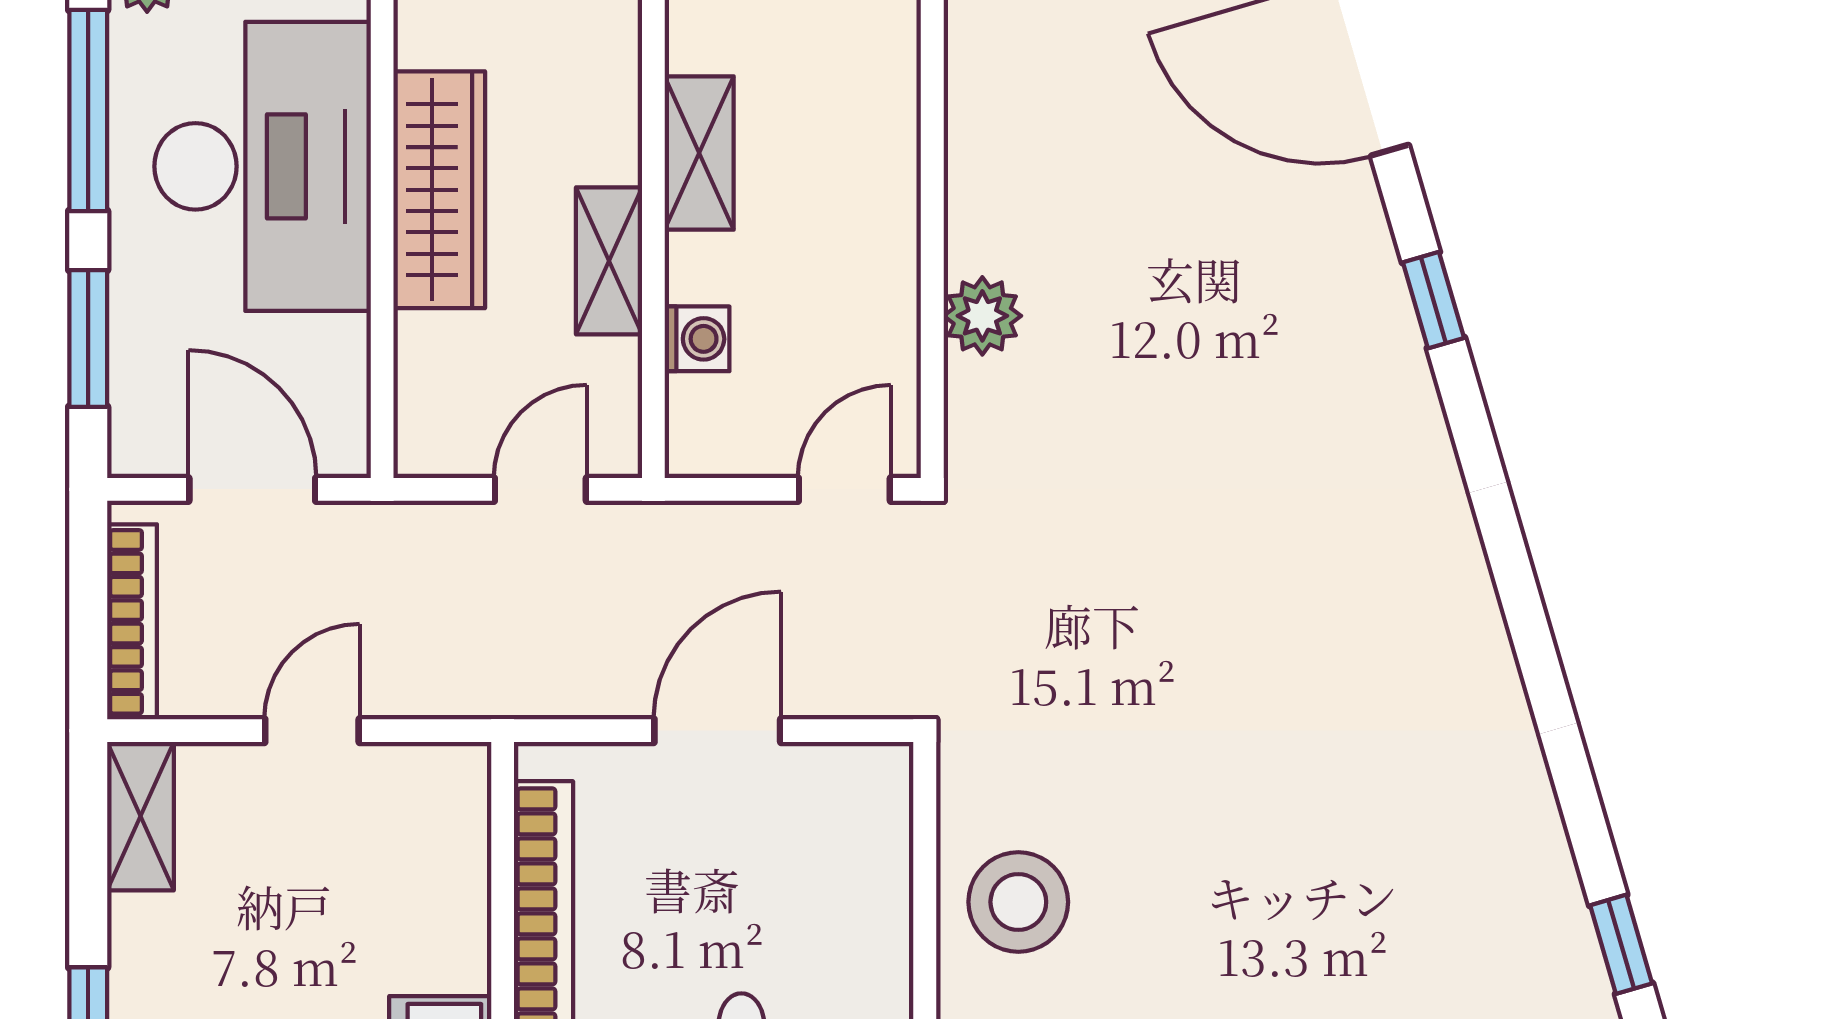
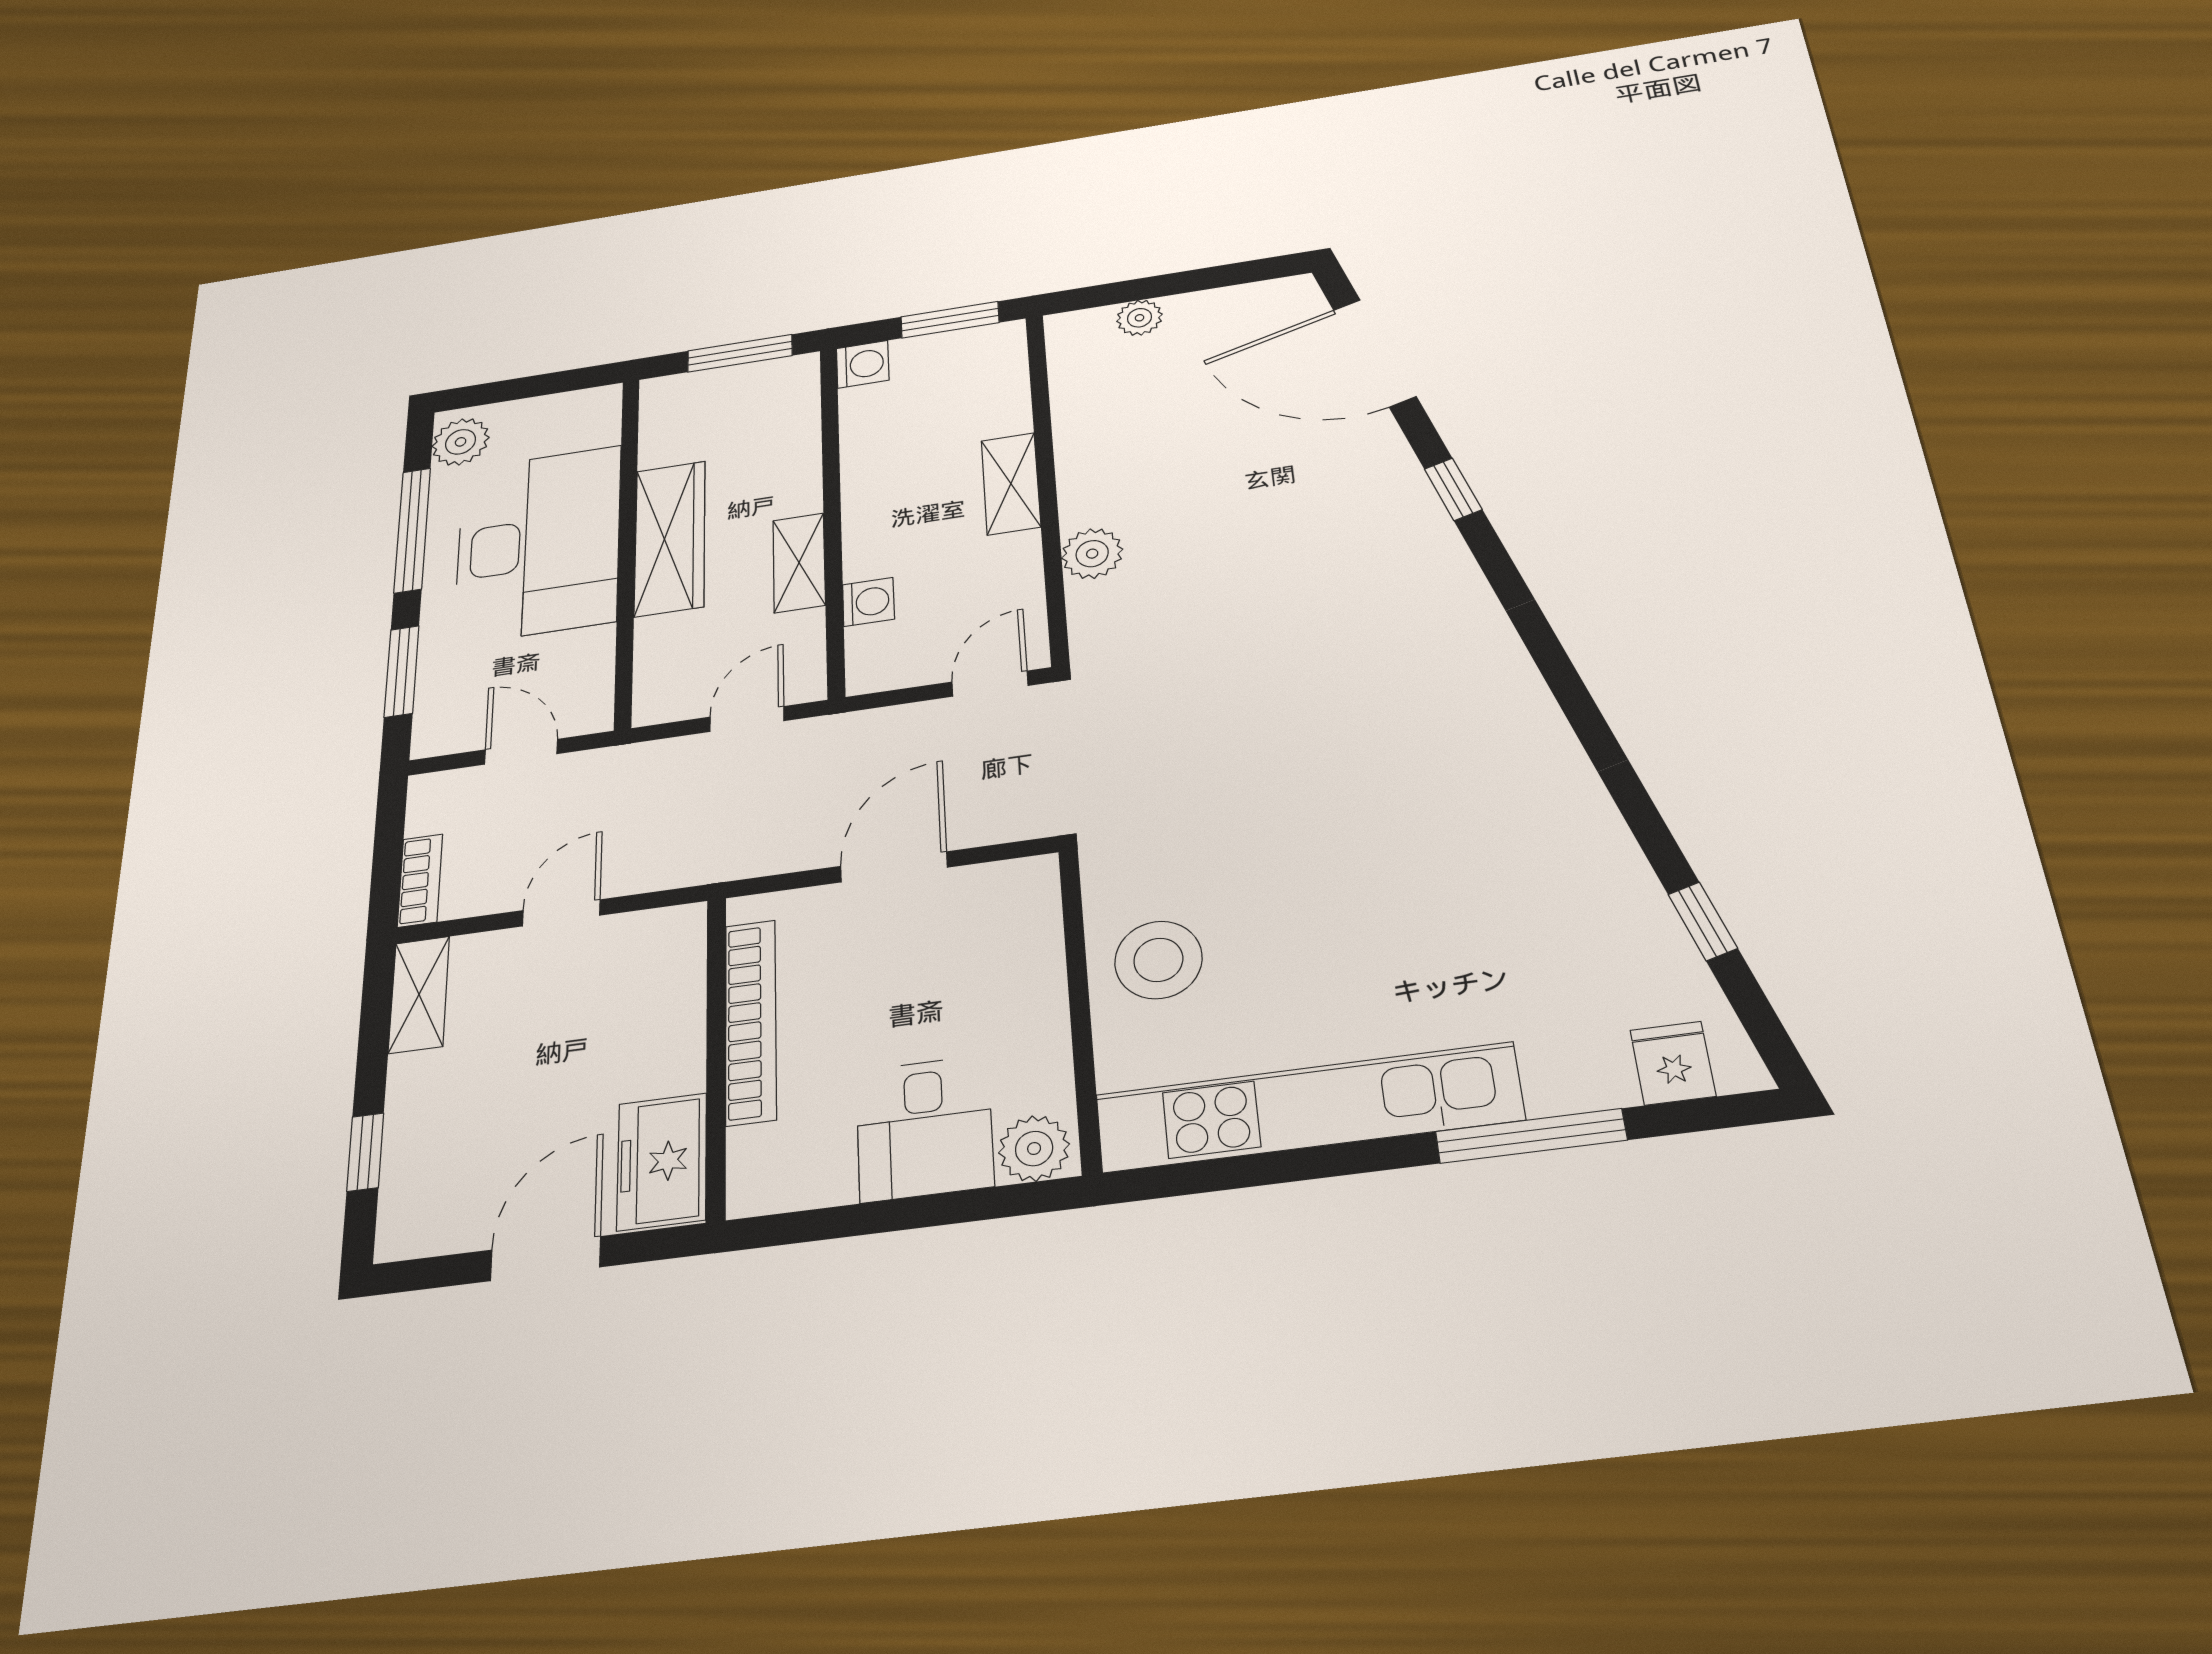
shelving: (699, 153) -> (1011, 484), moved
door: (252, 489) -> (521, 752), width x0.73
bookcase: (132, 622) -> (420, 880), width x0.64

